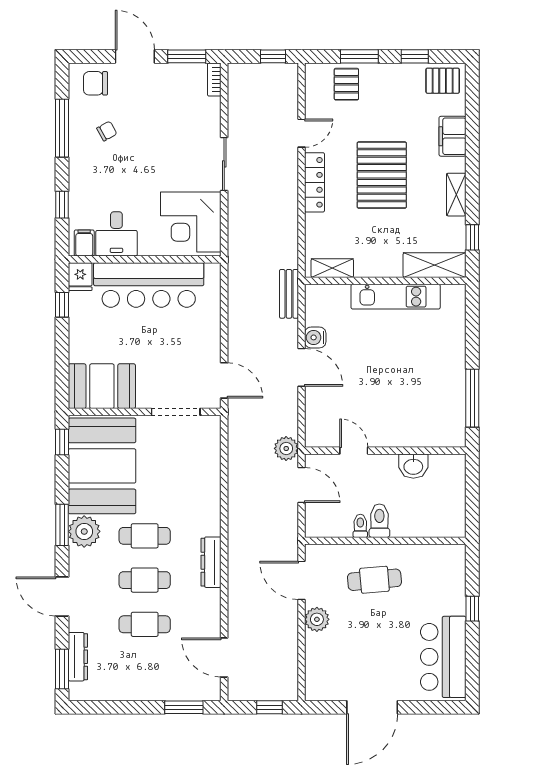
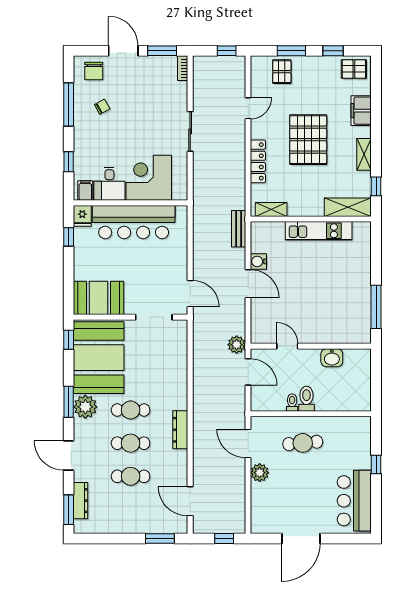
chair: (95, 83) -> (94, 71), turned -90
locker: (315, 182) -> (258, 161), moved
corner desk: (191, 222) -> (149, 178), moved, turned 90

